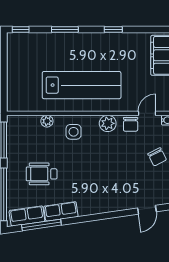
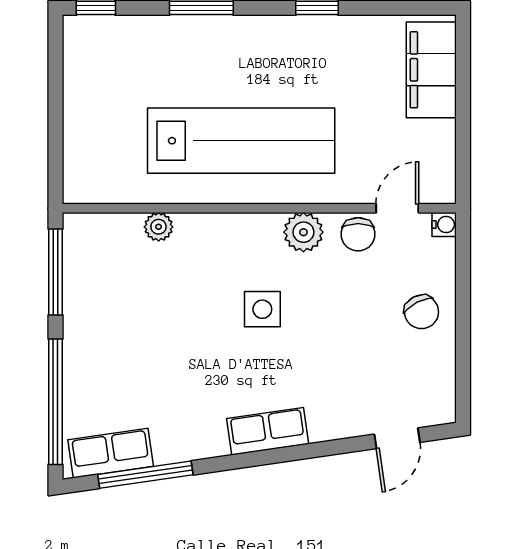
side table: (74, 132) -> (262, 309), moved
wheelchair: (42, 174) -> (146, 353), removed
row of seats: (61, 211) -> (268, 431), moved

